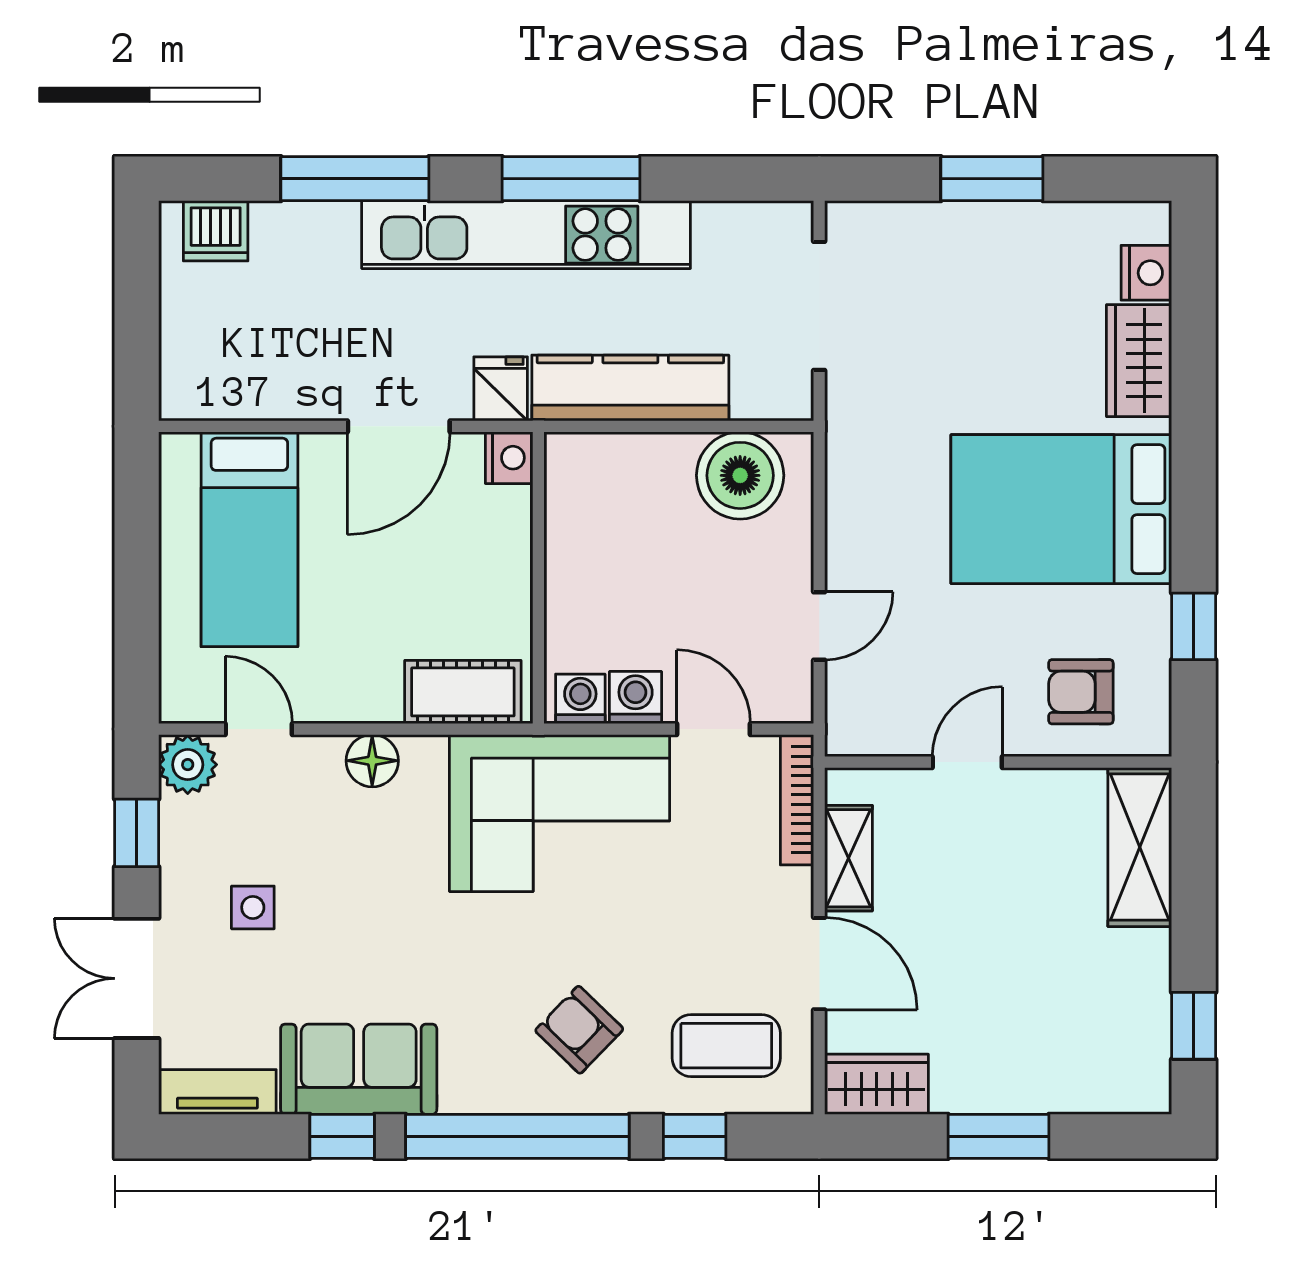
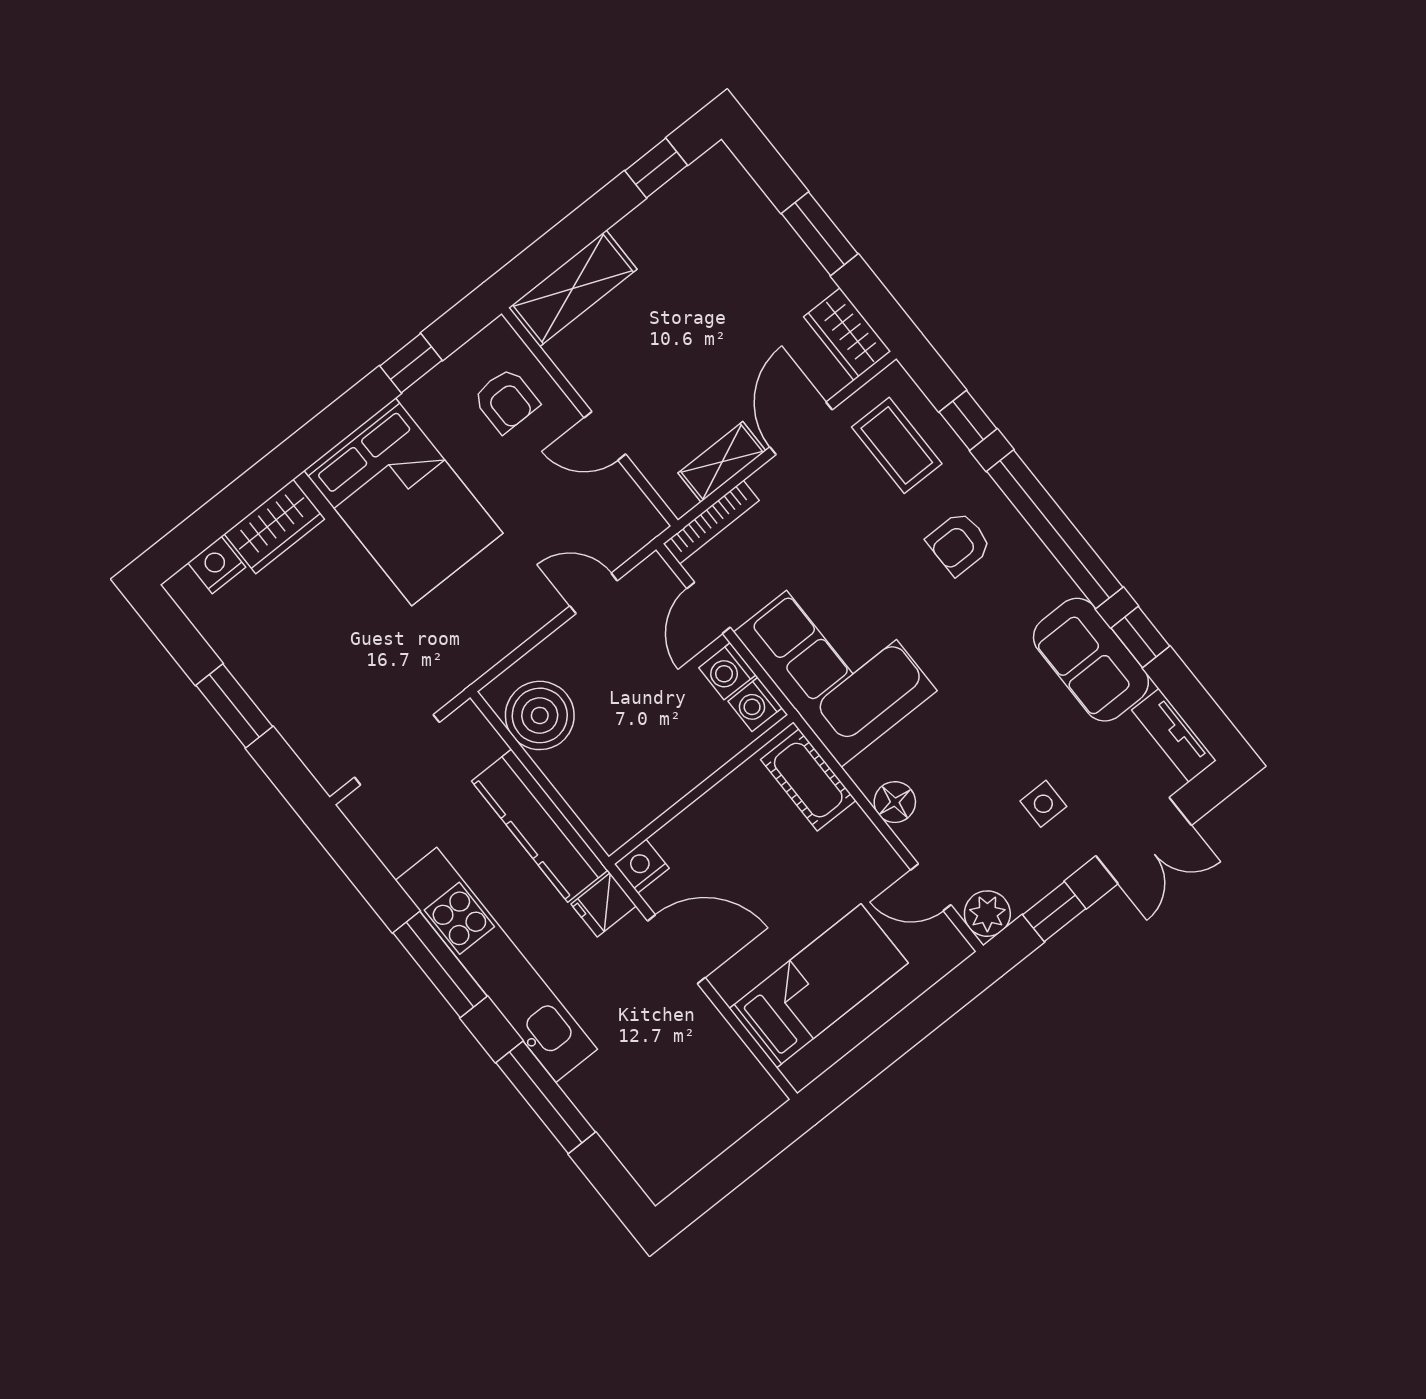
dishwasher: (216, 231) -> (646, 1157), removed
door: (259, 729) -> (931, 887), hinge flipped
armchair: (579, 1030) -> (959, 543), turned 46

